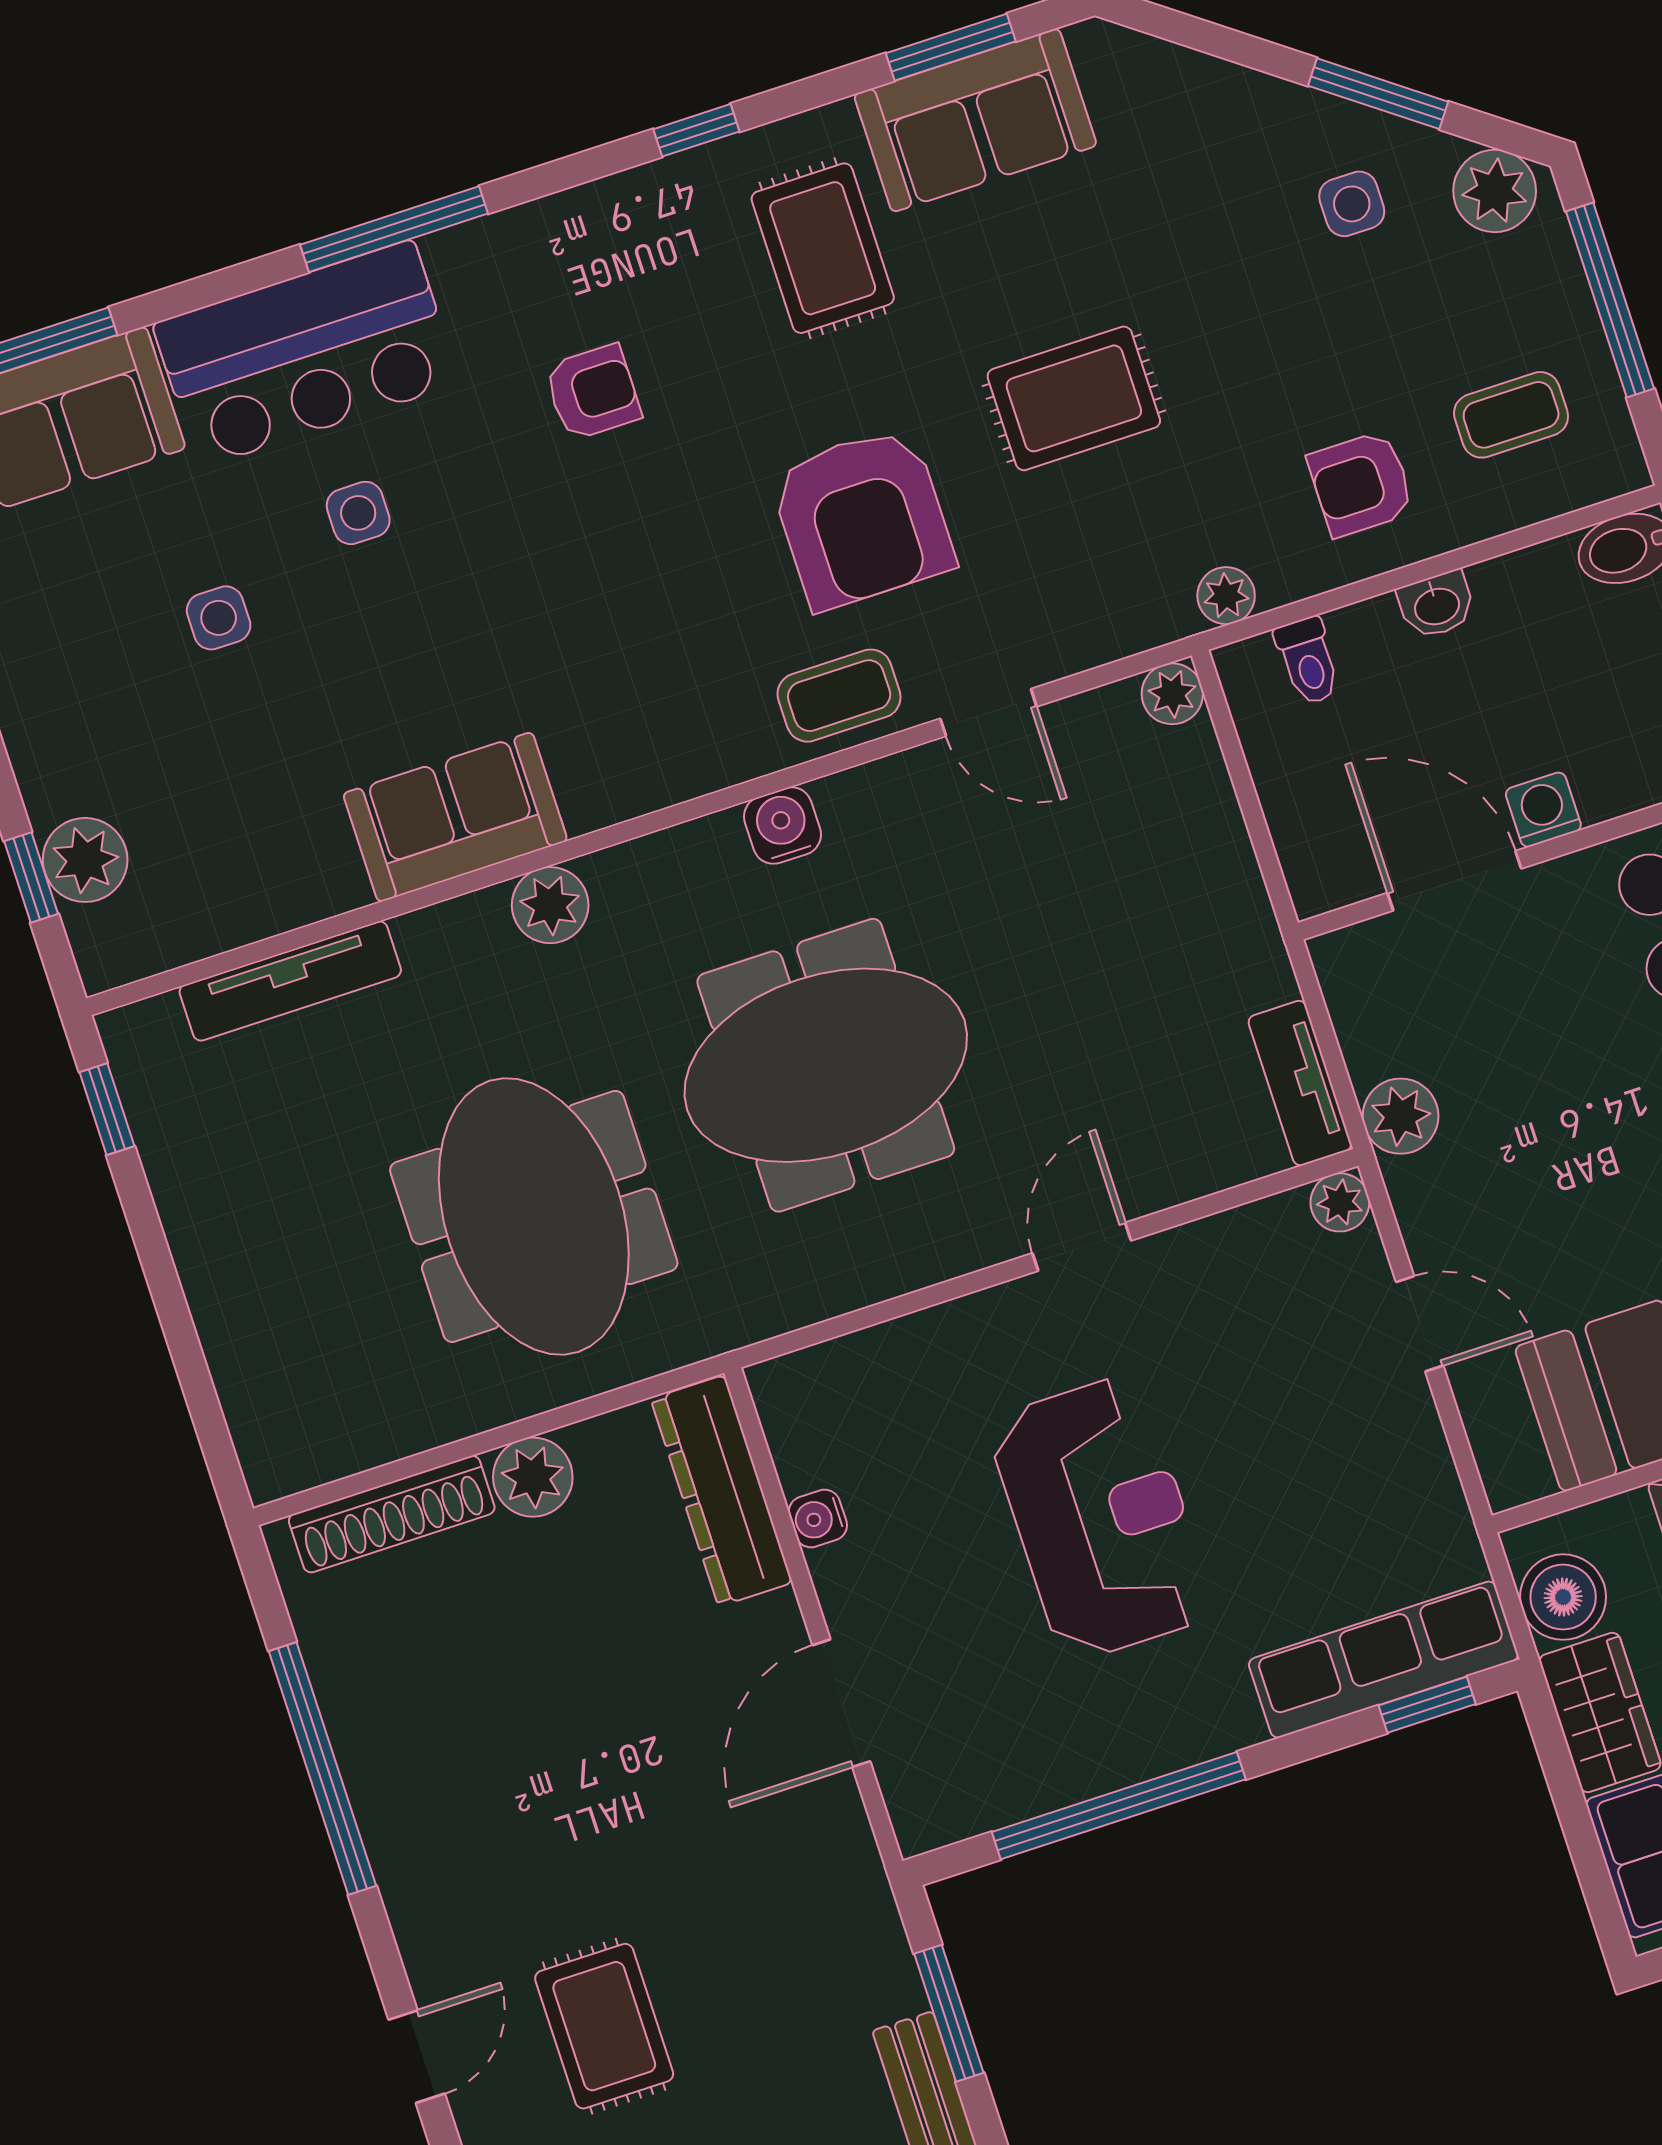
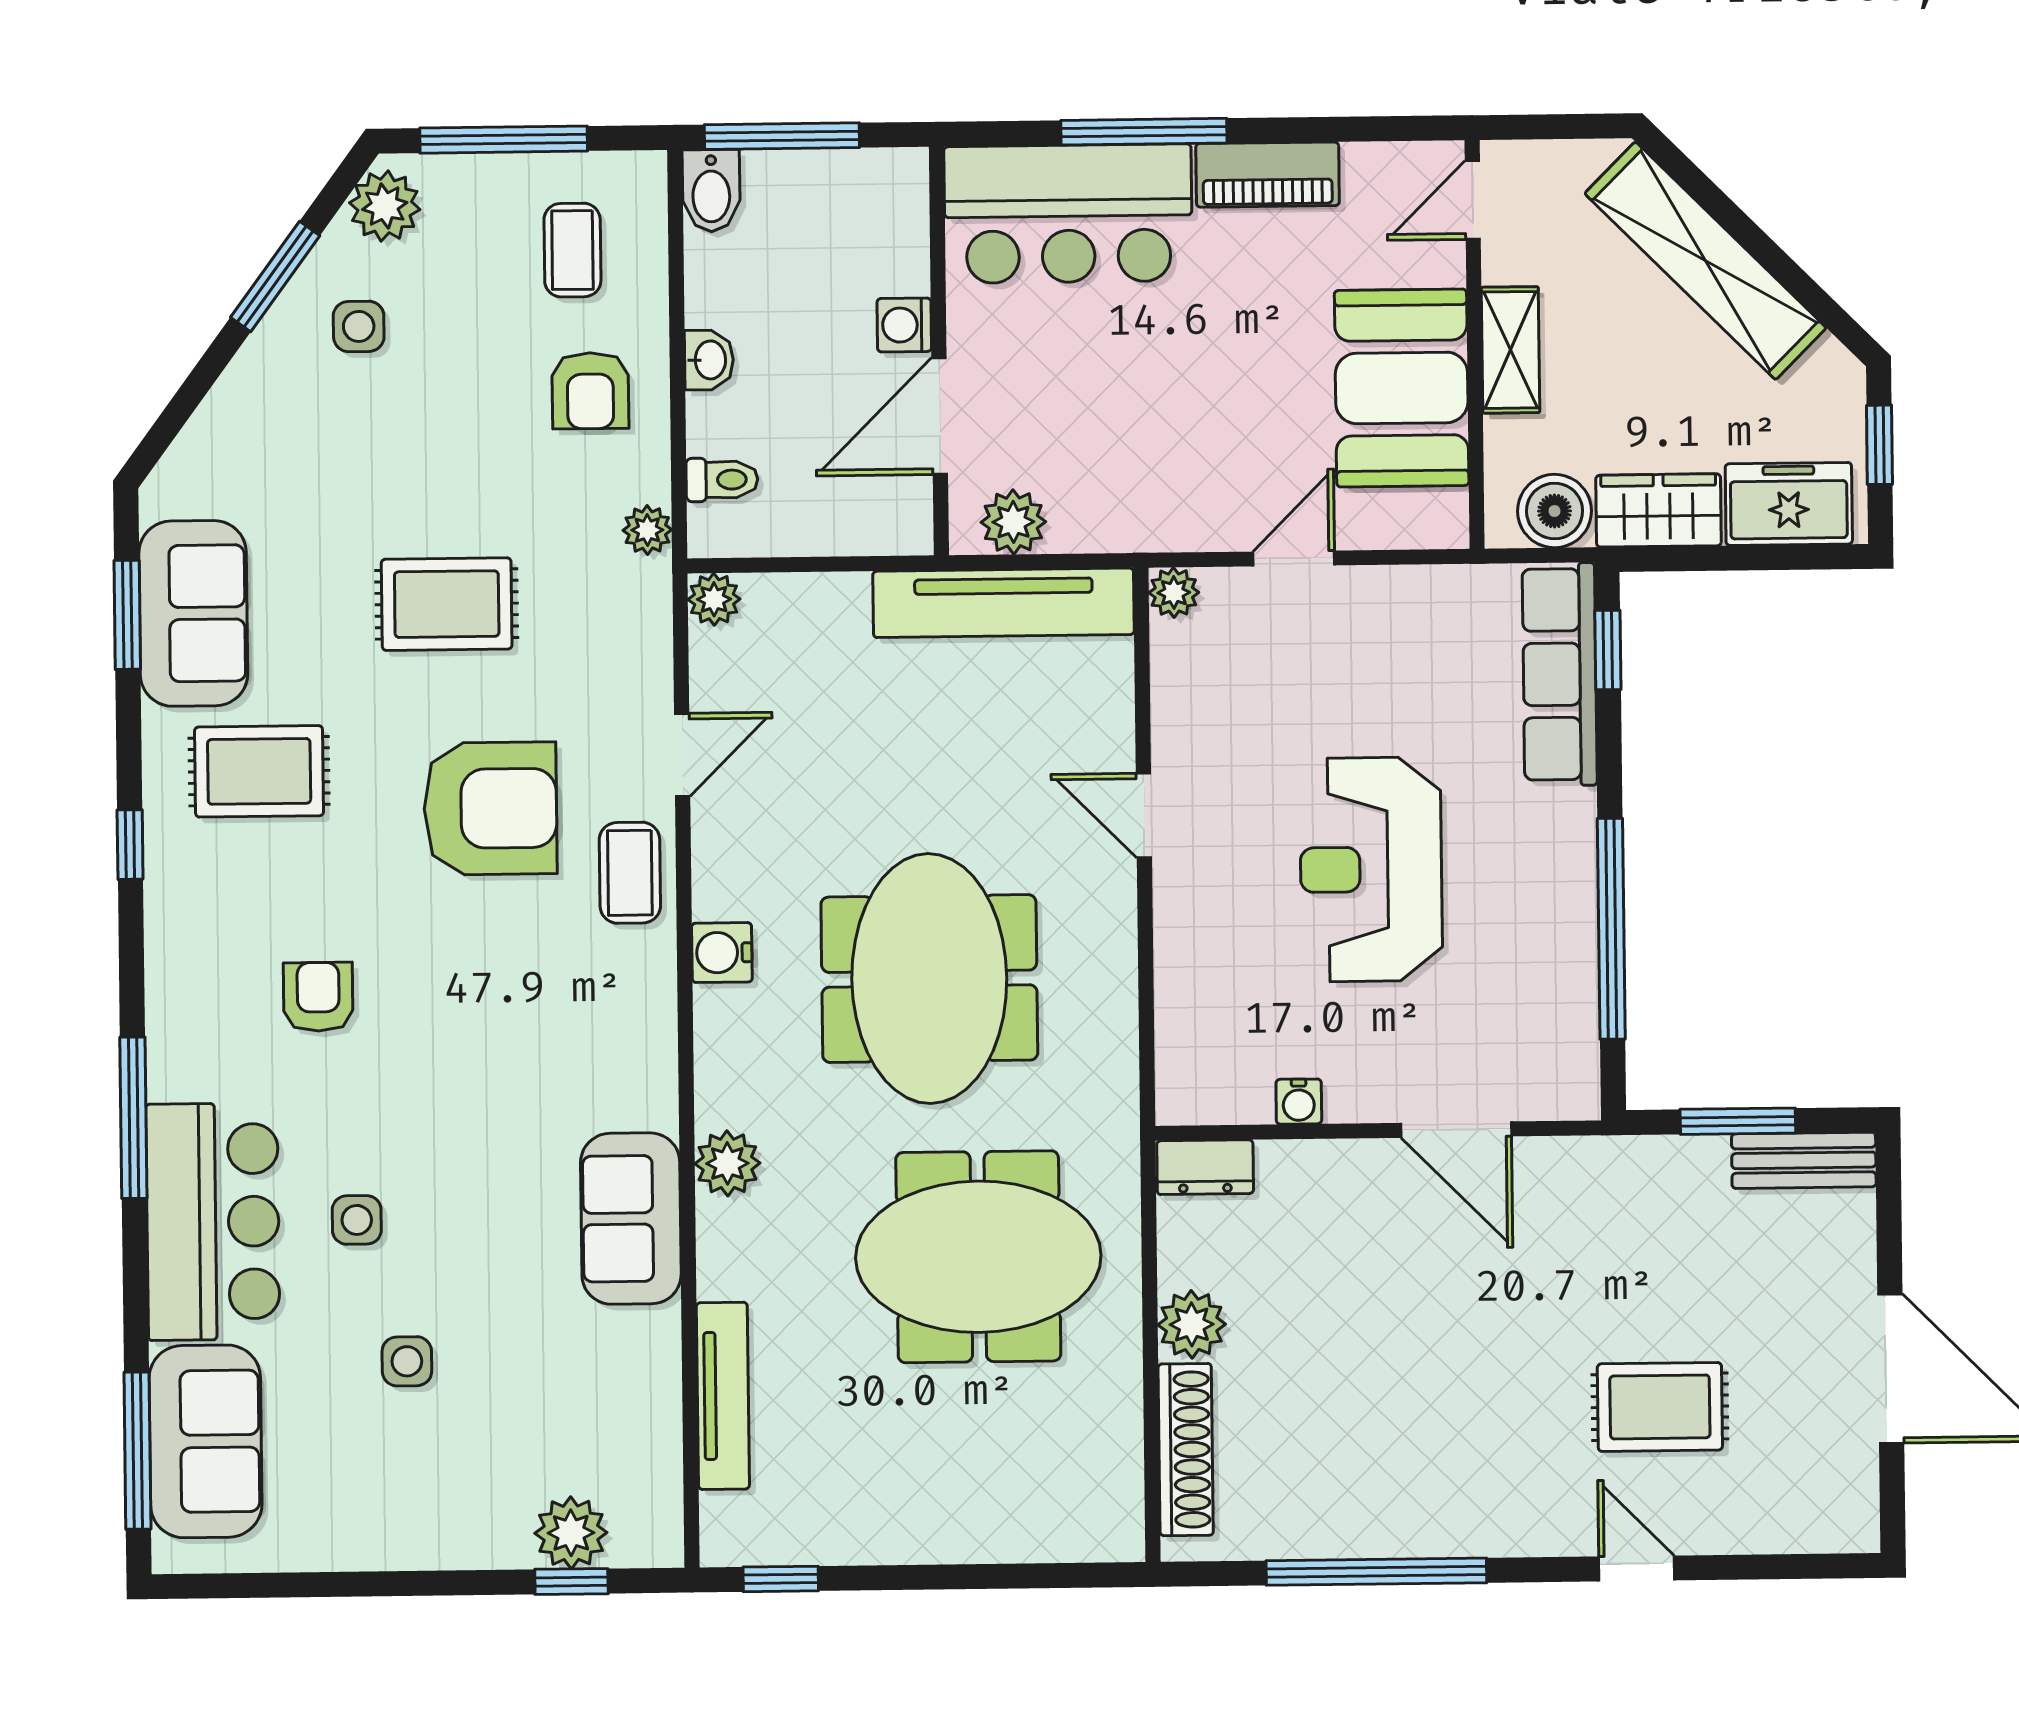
rug: (1074, 398) -> (447, 604), turned 90
tv unit: (1300, 1083) -> (1004, 603), width x1.92, depth x1.29
plant: (1401, 1116) -> (1013, 522), moved
dresser: (722, 1491) -> (1205, 1167), width x0.51, depth x0.80
reception desk: (1101, 1518) -> (1371, 869), turned -90

